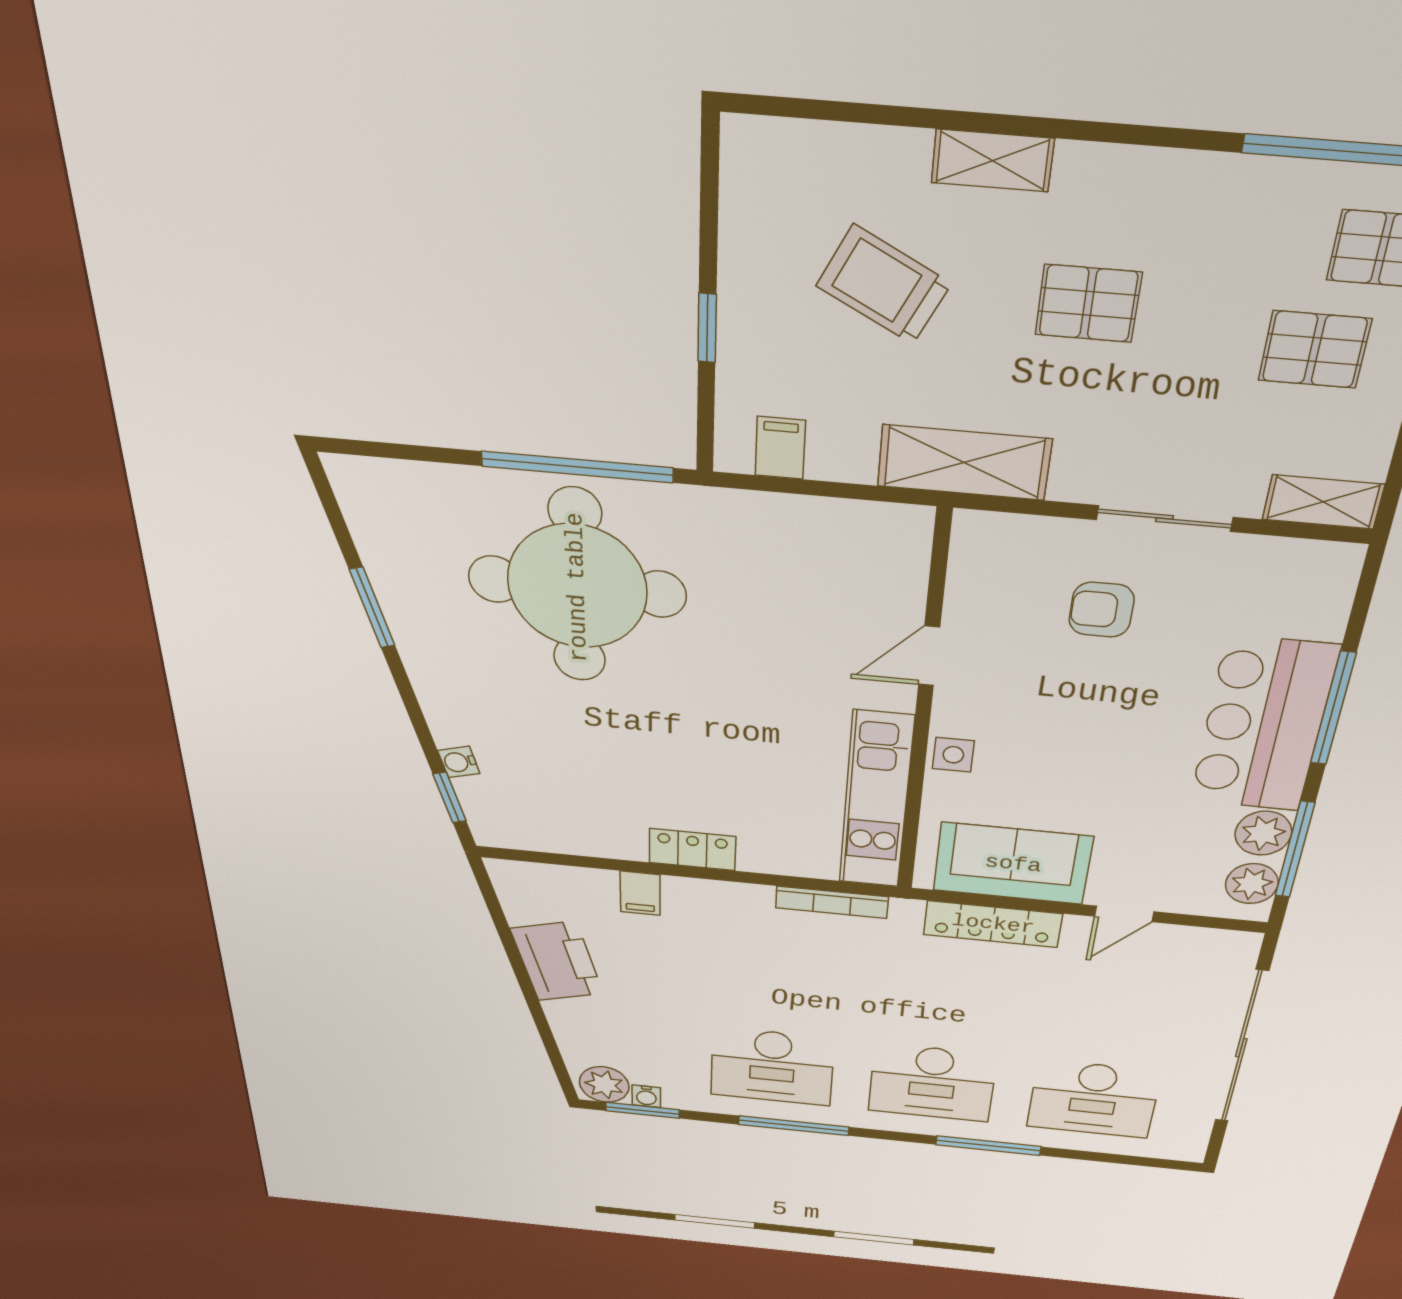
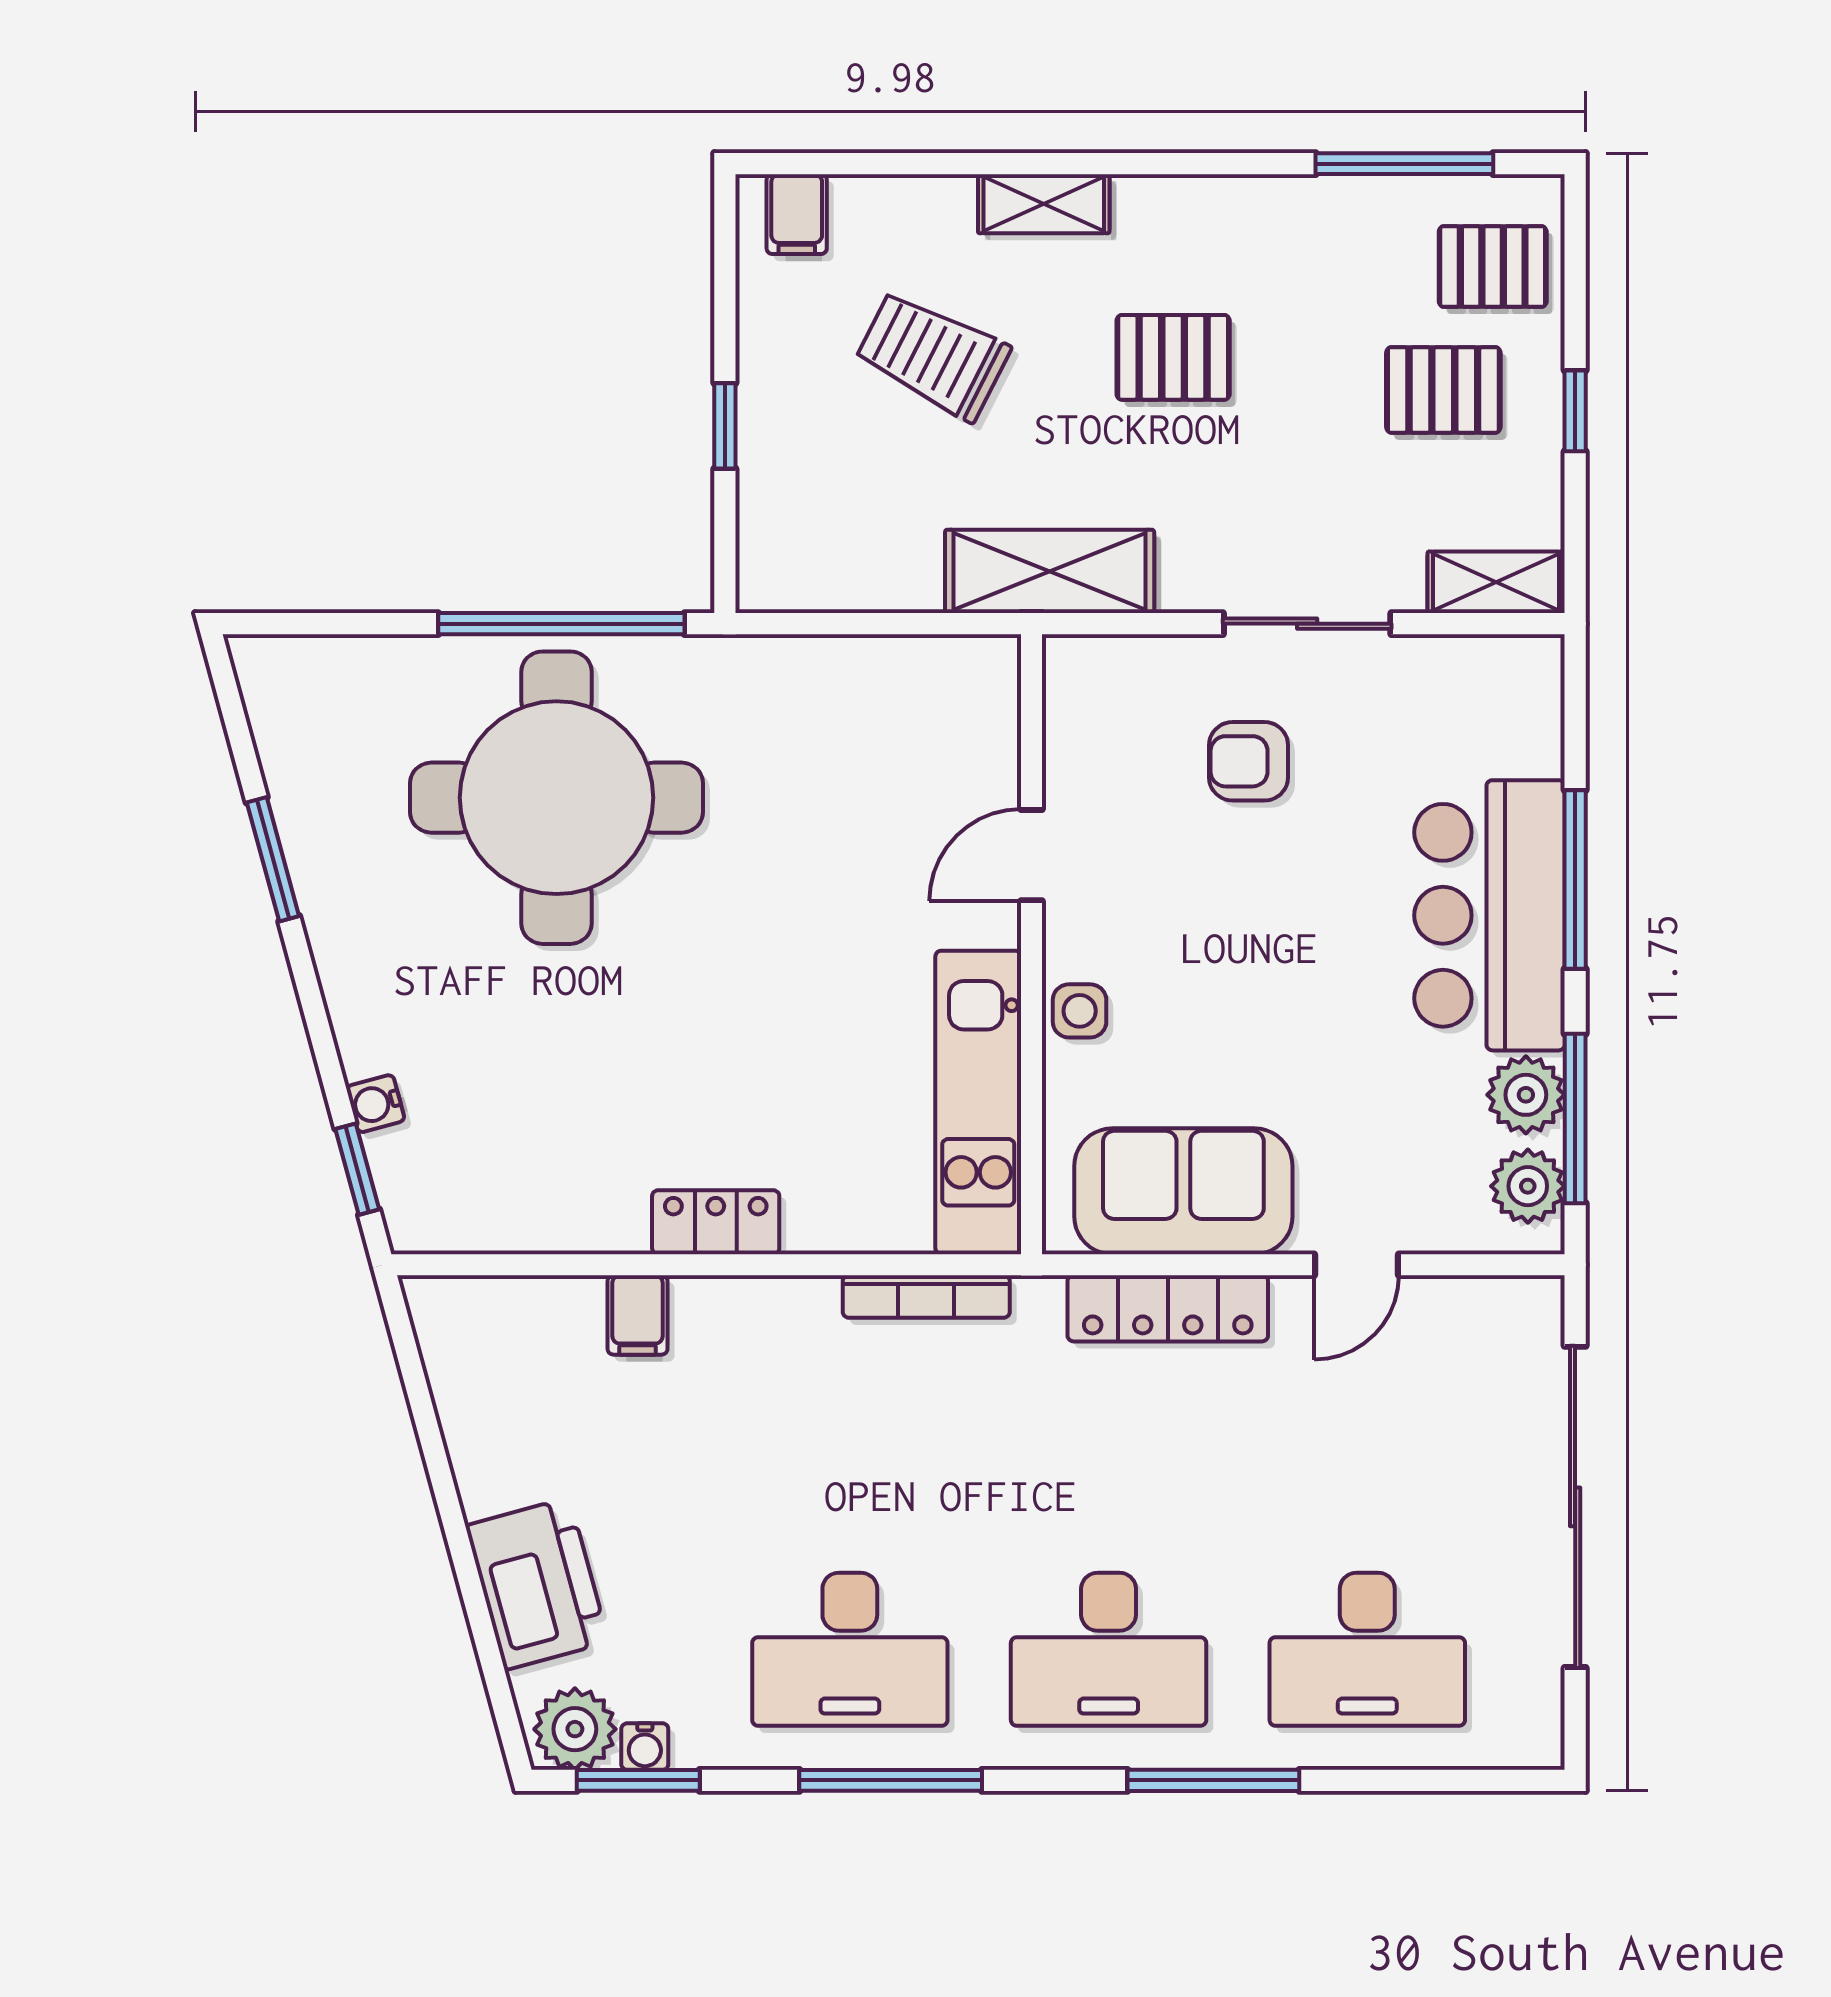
filing cabinet: (780, 448) -> (797, 214), moved, turned 180
printer: (557, 961) -> (537, 1584), moved

